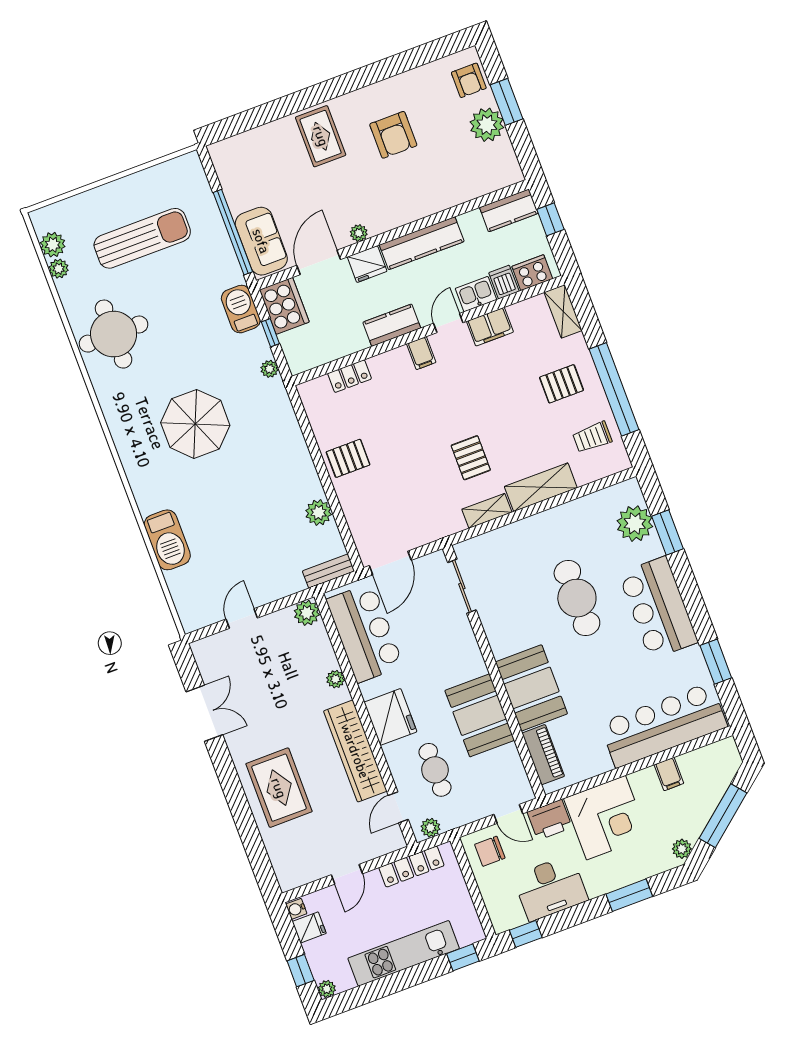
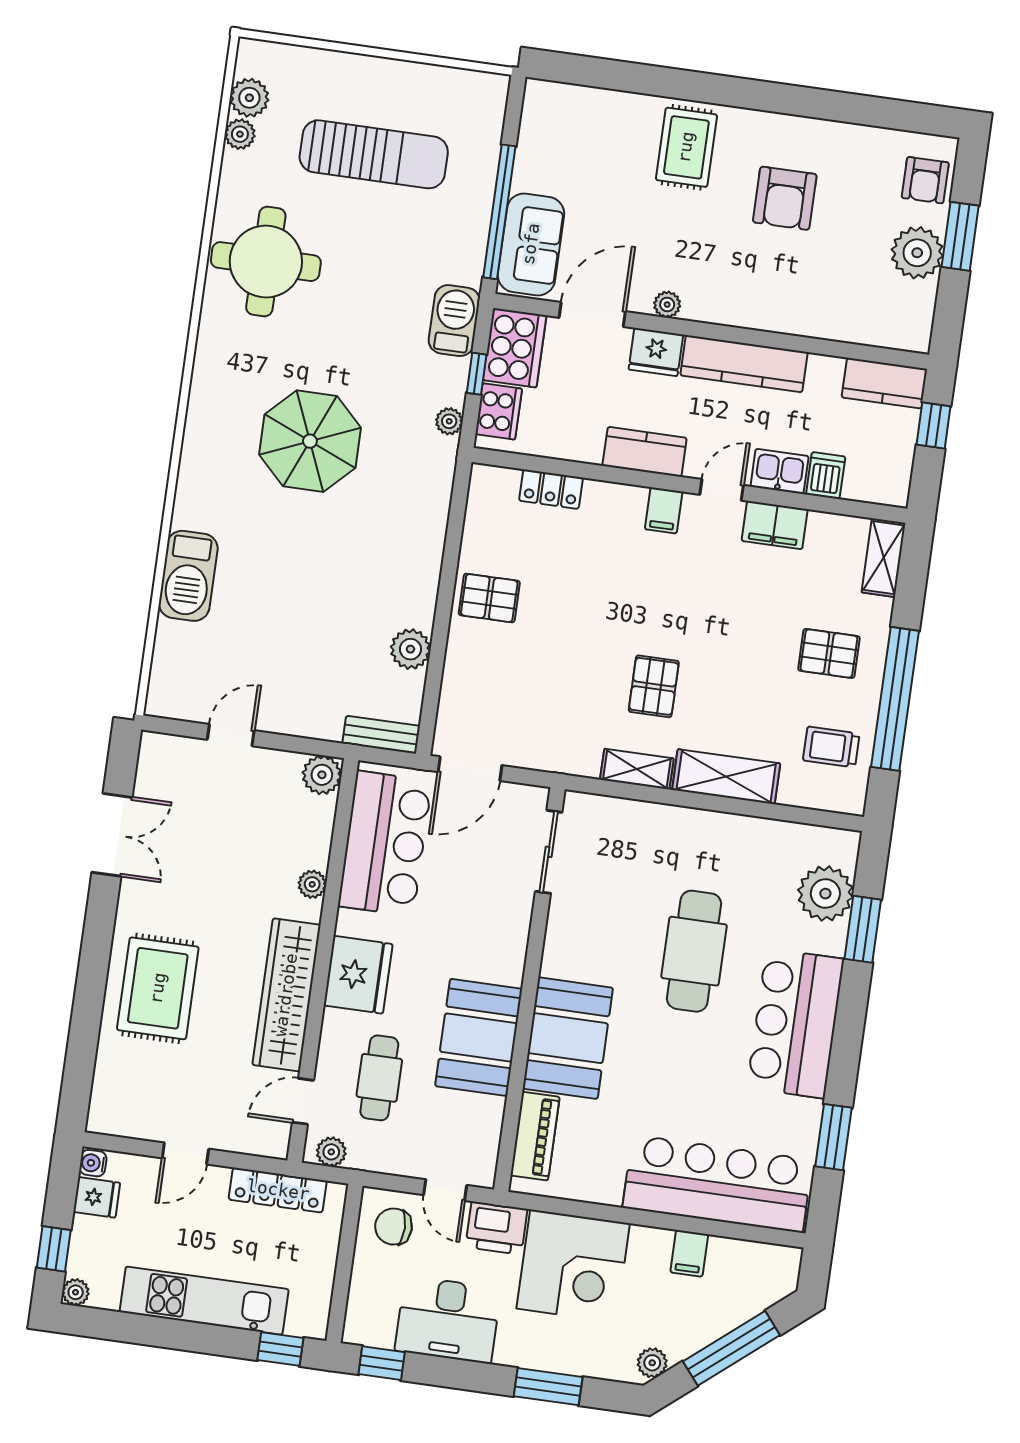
cooker: (532, 273) -> (499, 411), moved, turned 90

